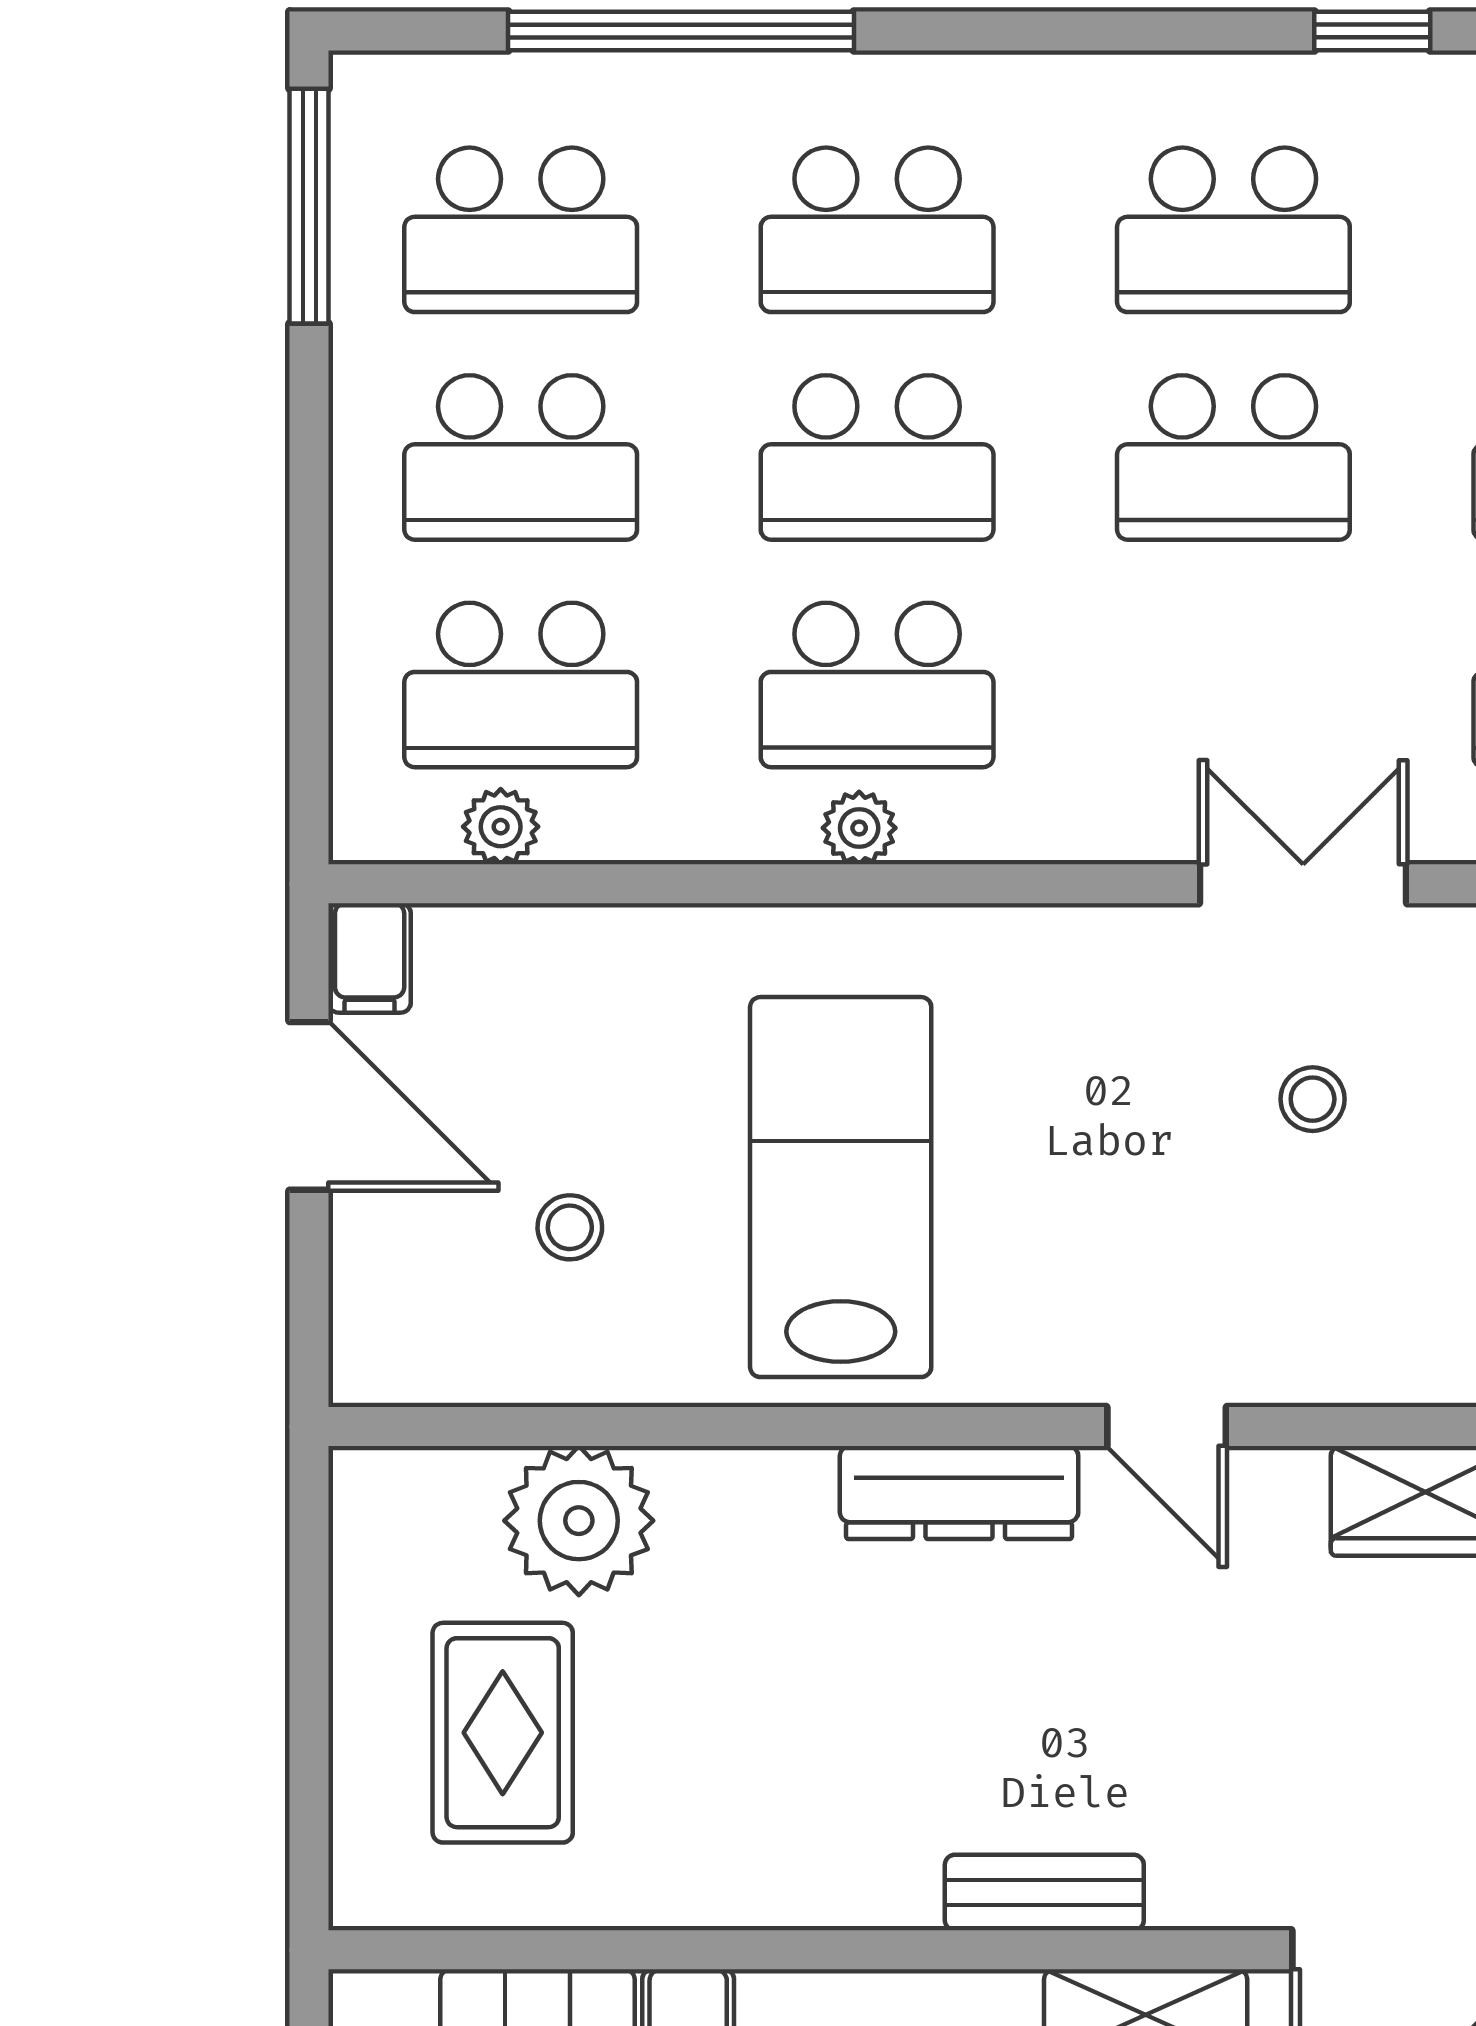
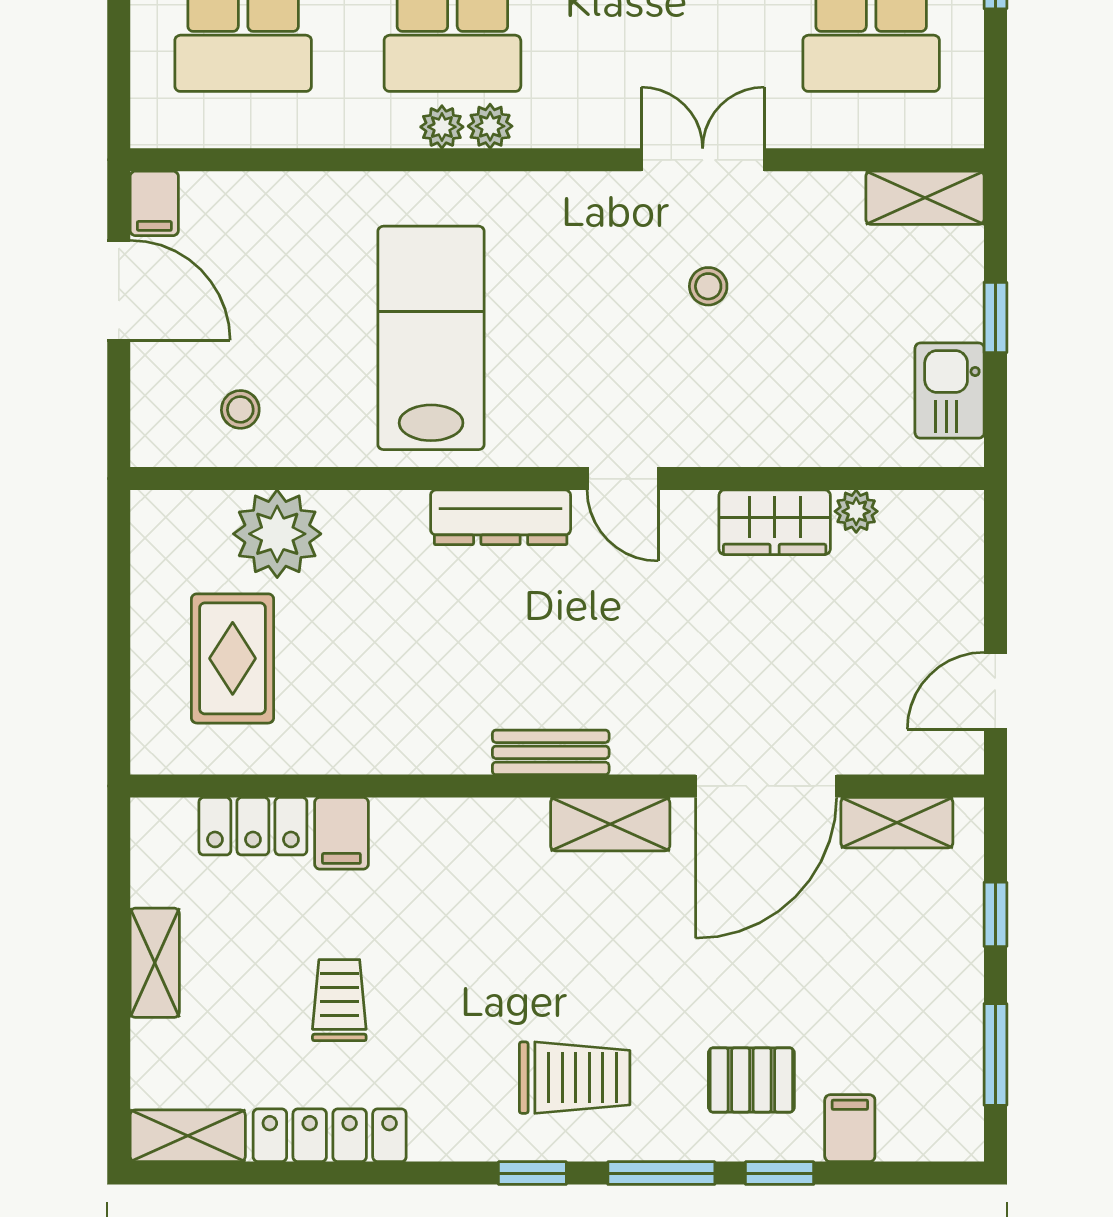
plant: (501, 827) -> (490, 126), moved
stool: (570, 1227) -> (240, 409), moved

